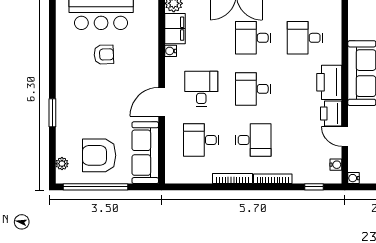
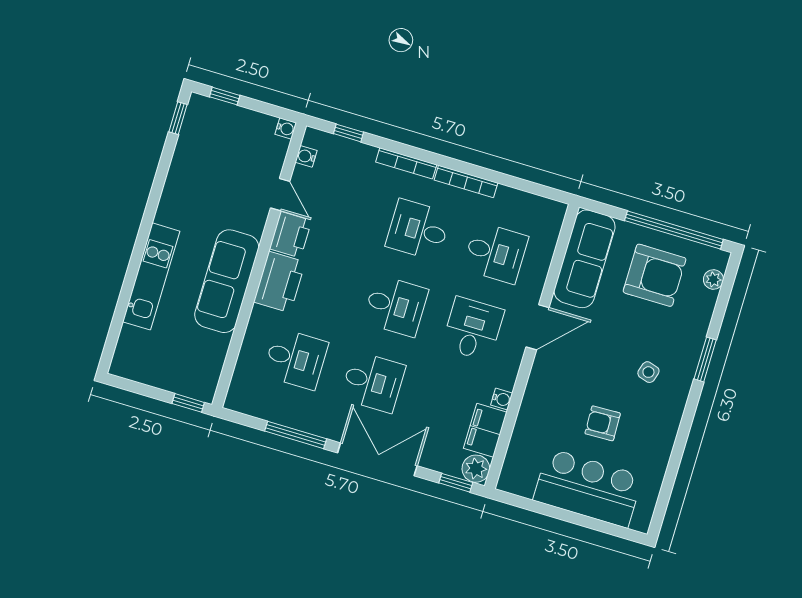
desk: (201, 89) -> (473, 329), turned 180
side table: (85, 95) -> (648, 372), added

